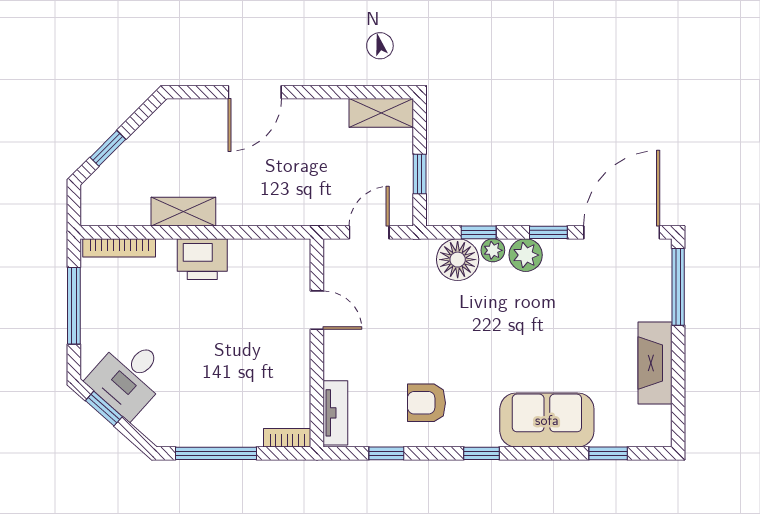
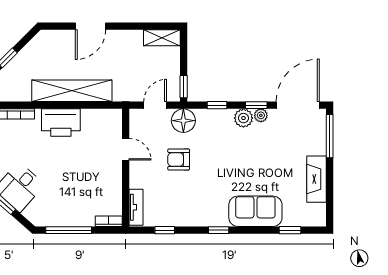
window: (420, 174) -> (184, 87), moved
shelving: (183, 212) -> (72, 91), width x2.20, depth x1.33
plant: (493, 250) -> (261, 115), moved
printer: (202, 259) -> (61, 123), width x1.37, depth x1.19
floor lamp: (458, 260) -> (183, 121), moved
armchair: (426, 403) -> (179, 160), moved

